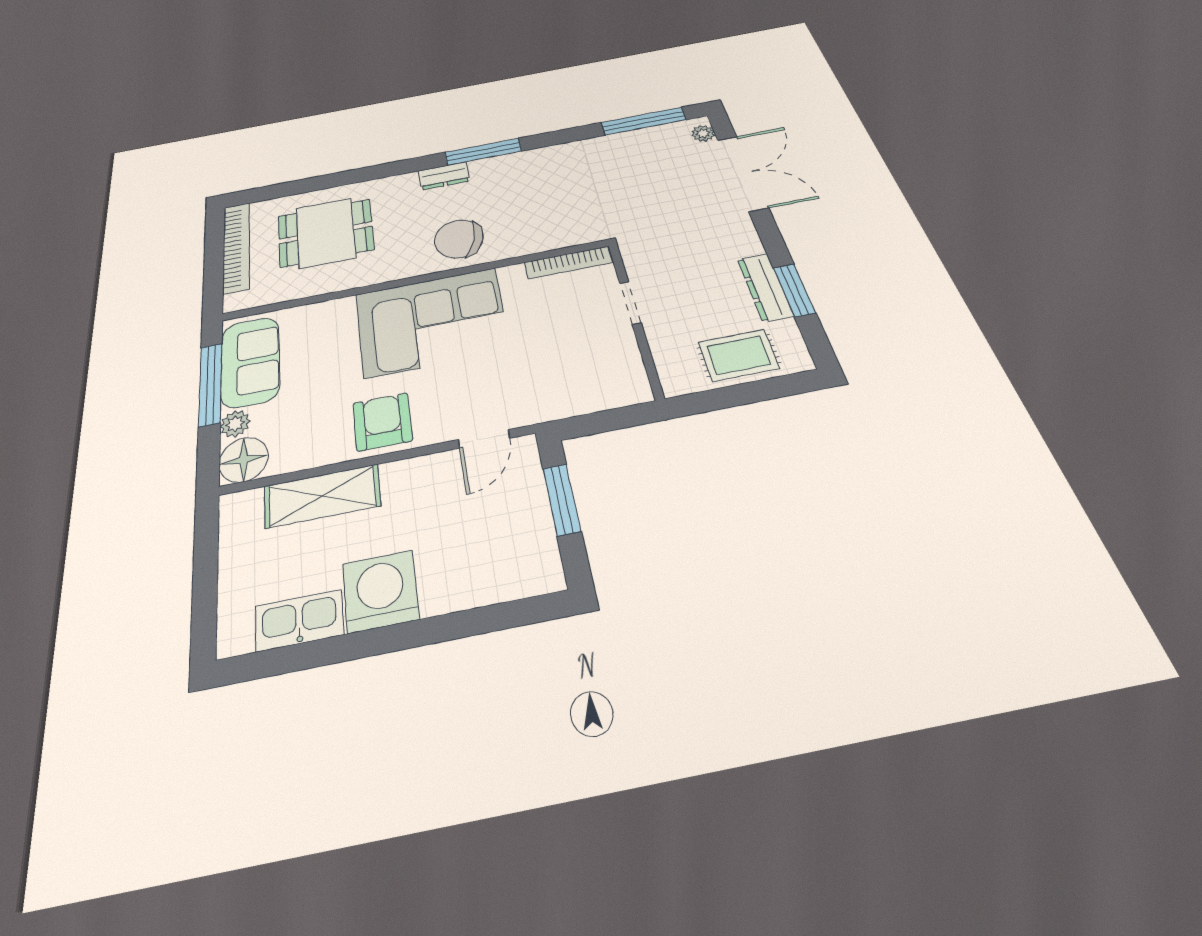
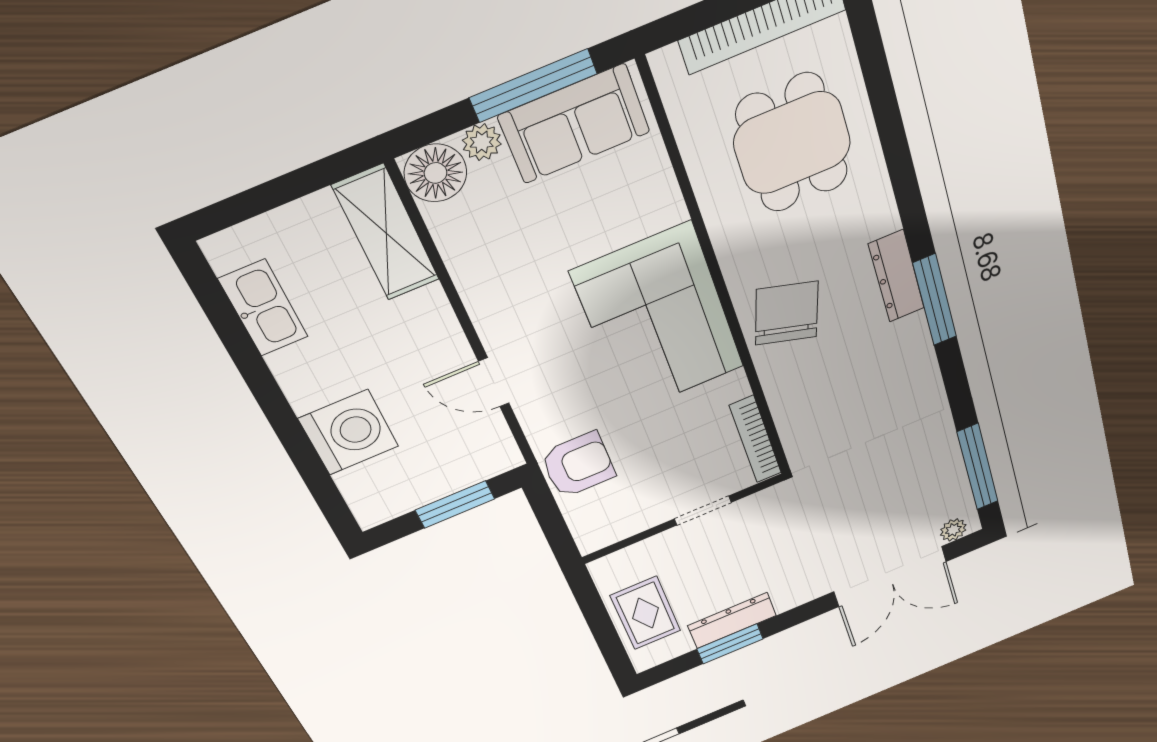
dresser: (444, 176) -> (896, 276), width x1.44
armchair: (382, 422) -> (578, 465), moved
door: (484, 439) -> (494, 382), moved
shelving: (322, 496) -> (386, 233), moved
washing machine: (380, 591) -> (349, 432), moved

